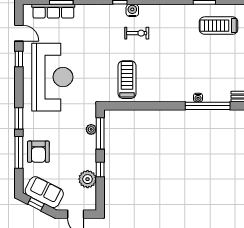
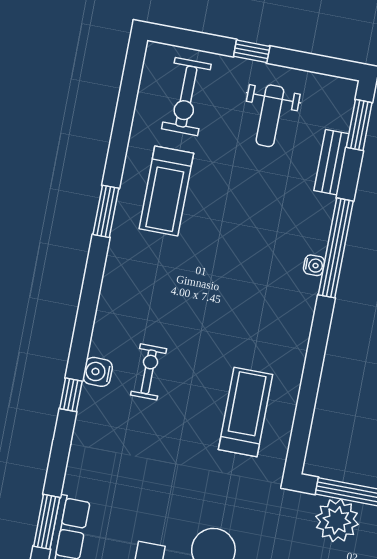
treadmill: (127, 80) -> (246, 412), turned 90
plant: (91, 129) -> (337, 520), width x1.87, depth x1.87

